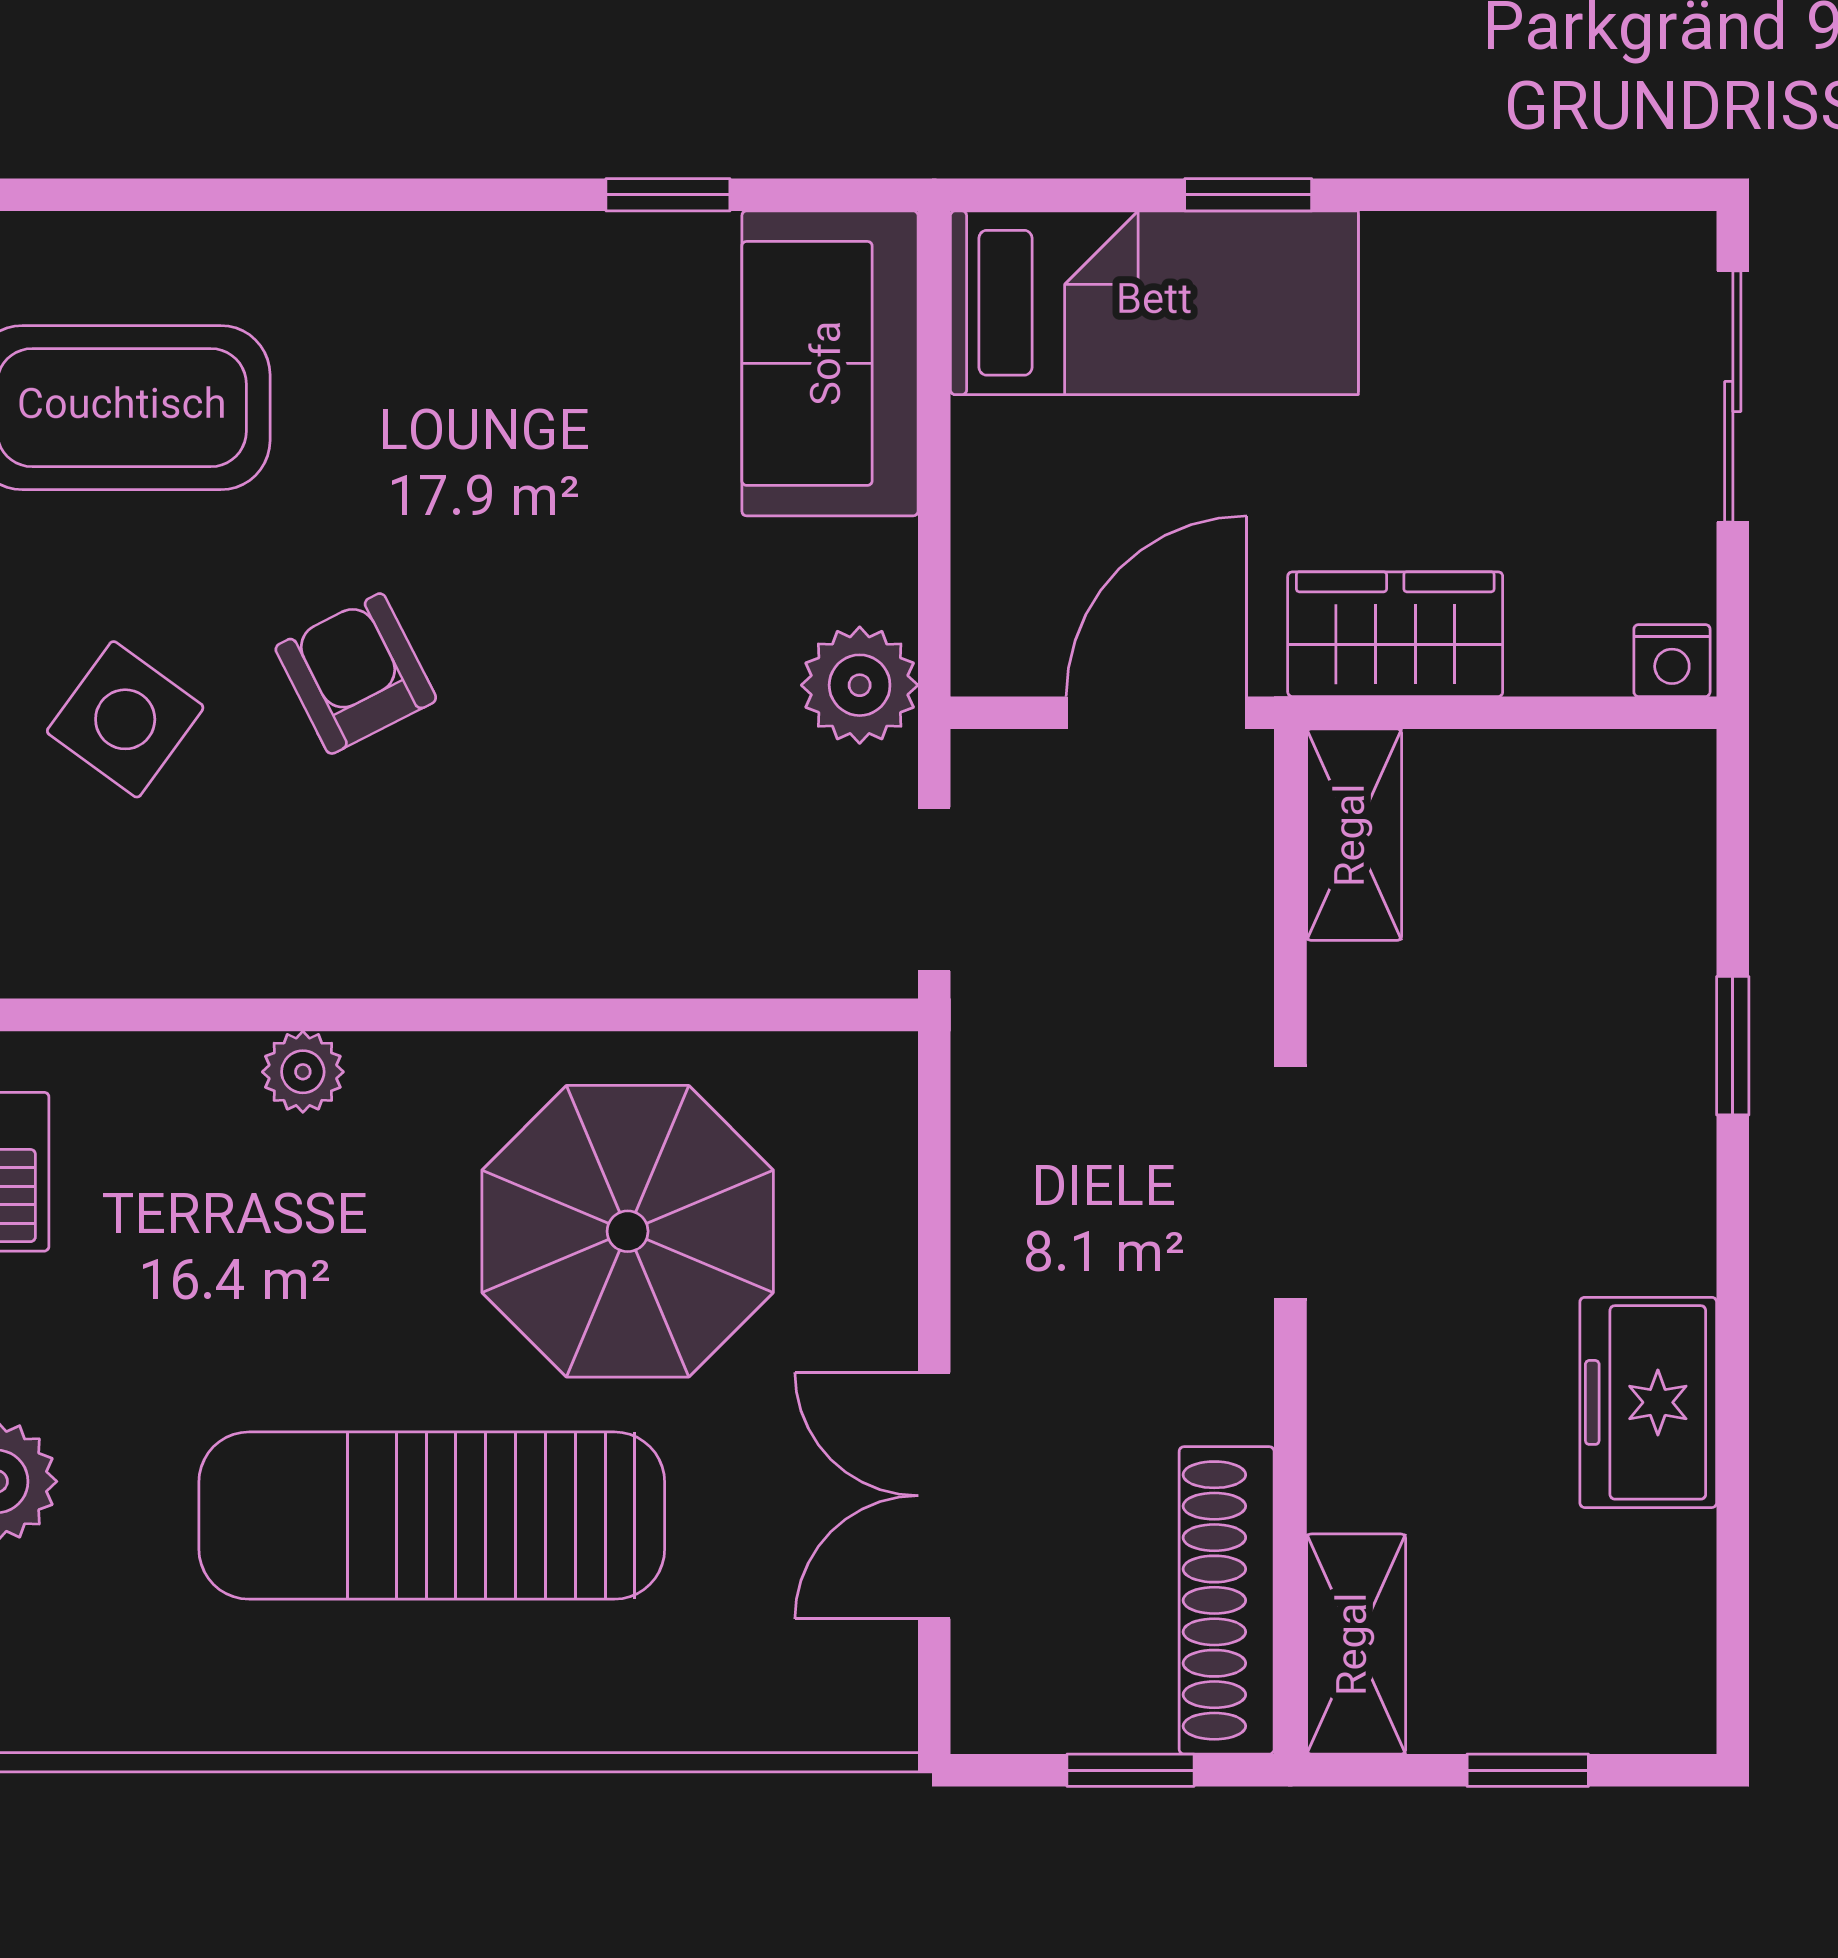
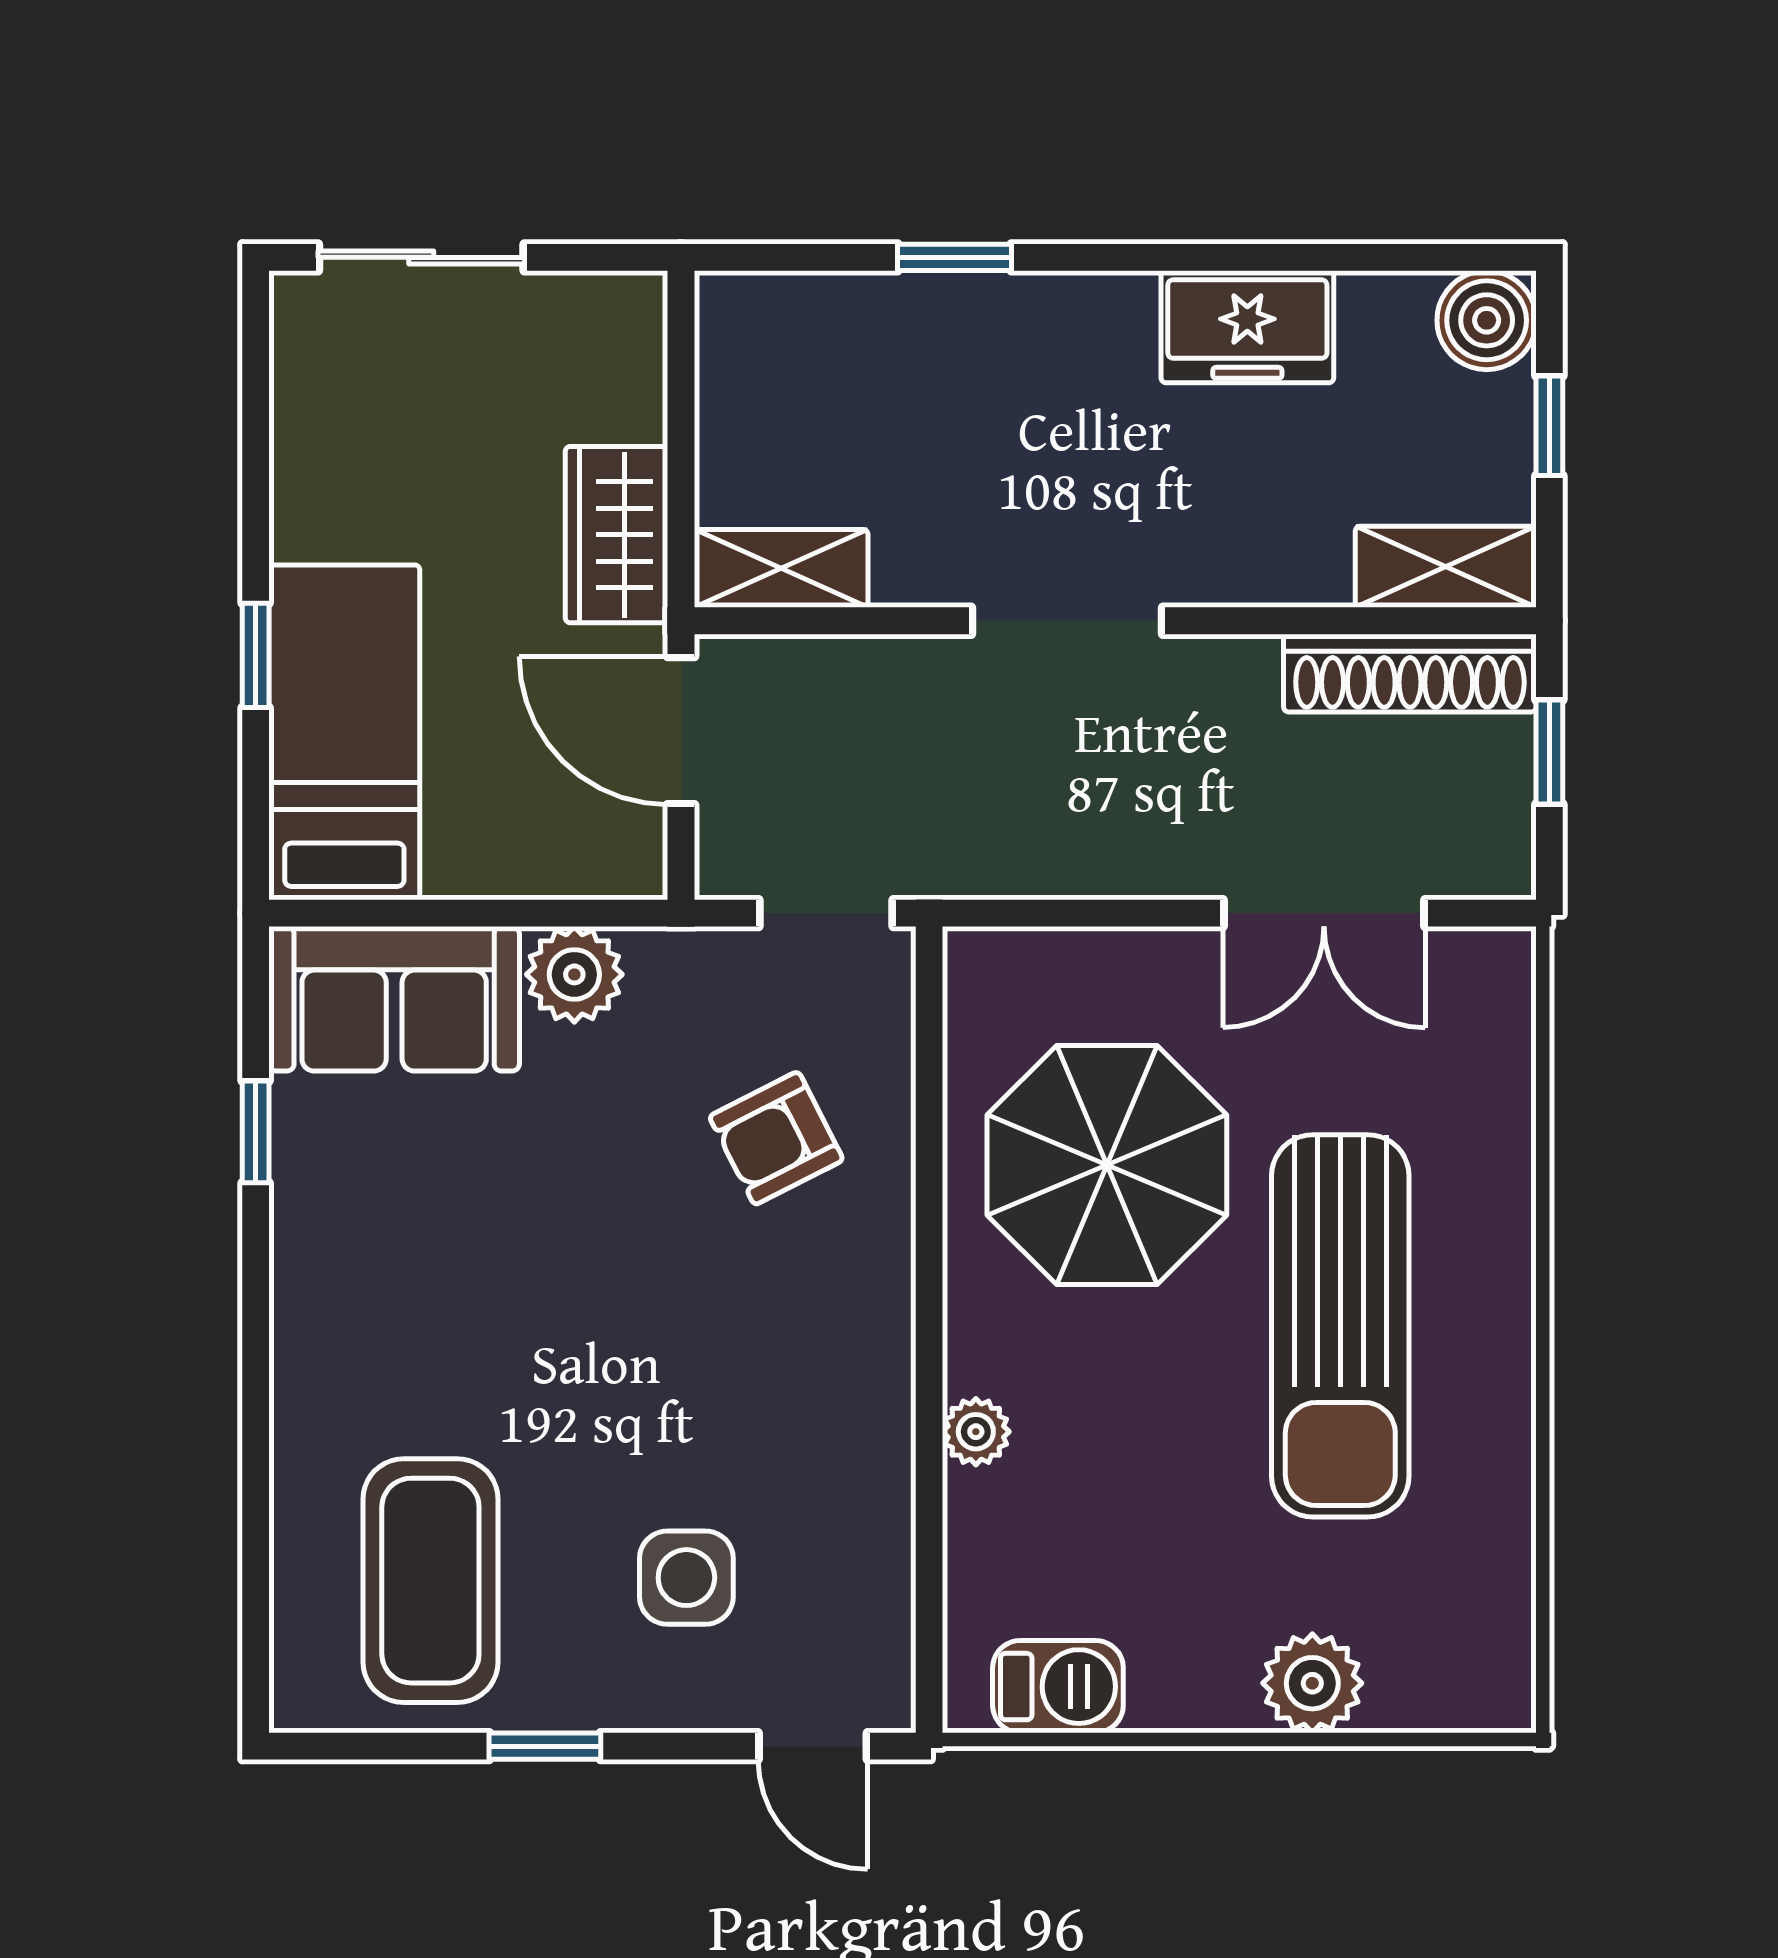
nightstand: (1672, 661) -> (638, 307), removed
armchair: (356, 674) -> (776, 1138), moved
plant: (860, 685) -> (574, 974), moved
side table: (125, 719) -> (686, 1578), turned -36
boiler: (1656, 1694) -> (1487, 320), added

